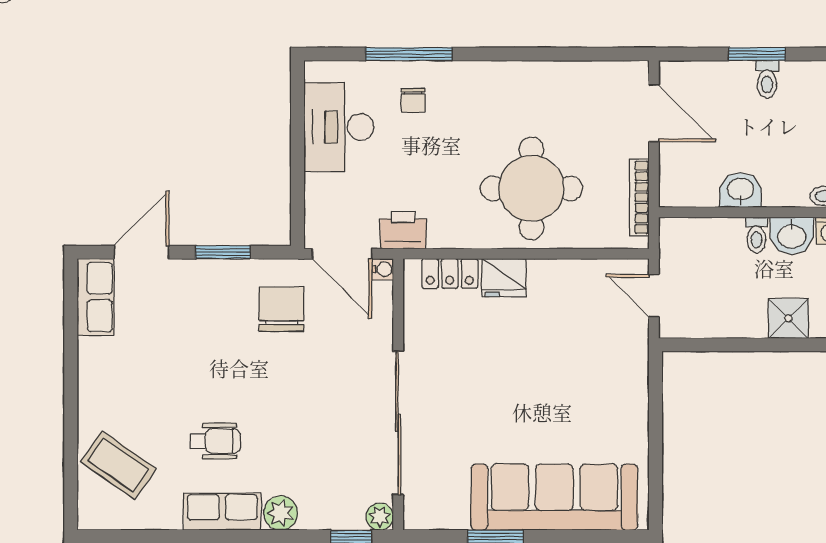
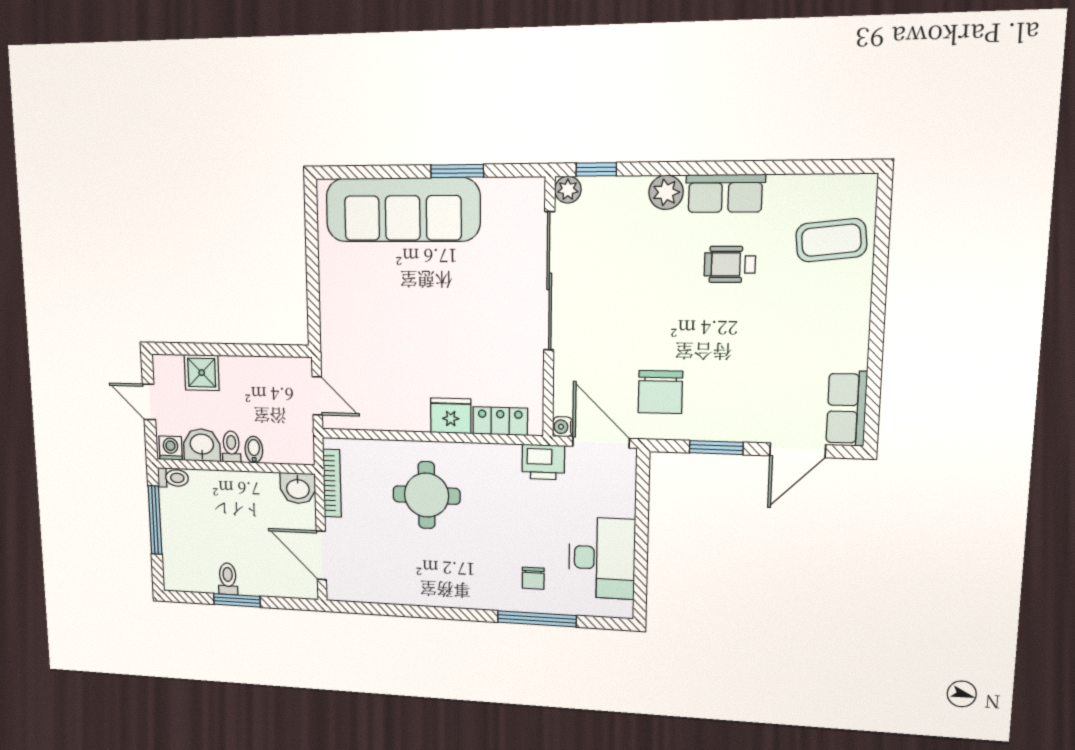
chair: (413, 100) -> (533, 578), turned 180
round table: (531, 188) -> (427, 495), width x0.73, depth x0.73
washbasin: (740, 190) -> (298, 488), moved
bidet: (730, 232) -> (254, 450), added
coffee table: (118, 465) -> (831, 240), turned -41

